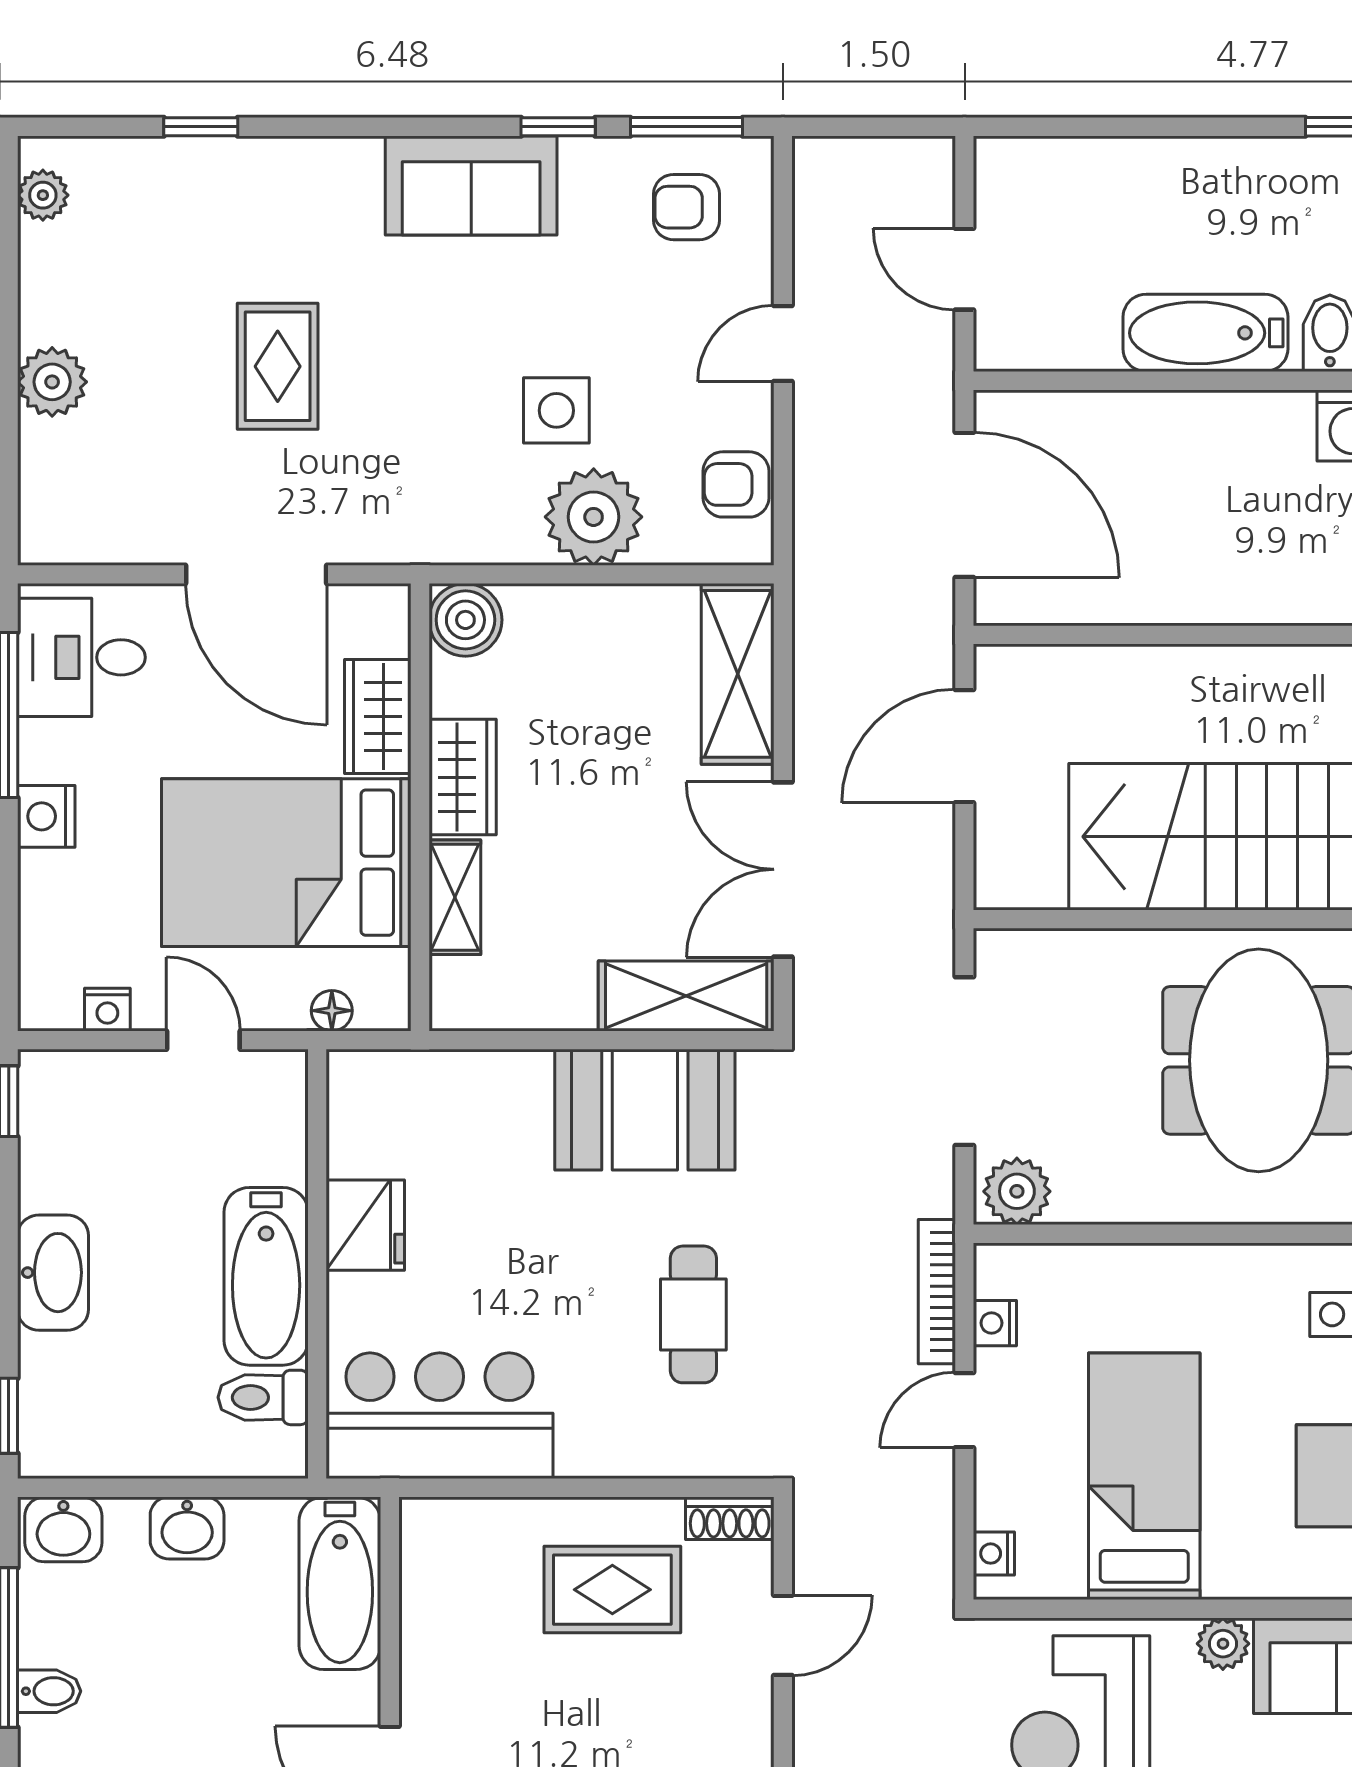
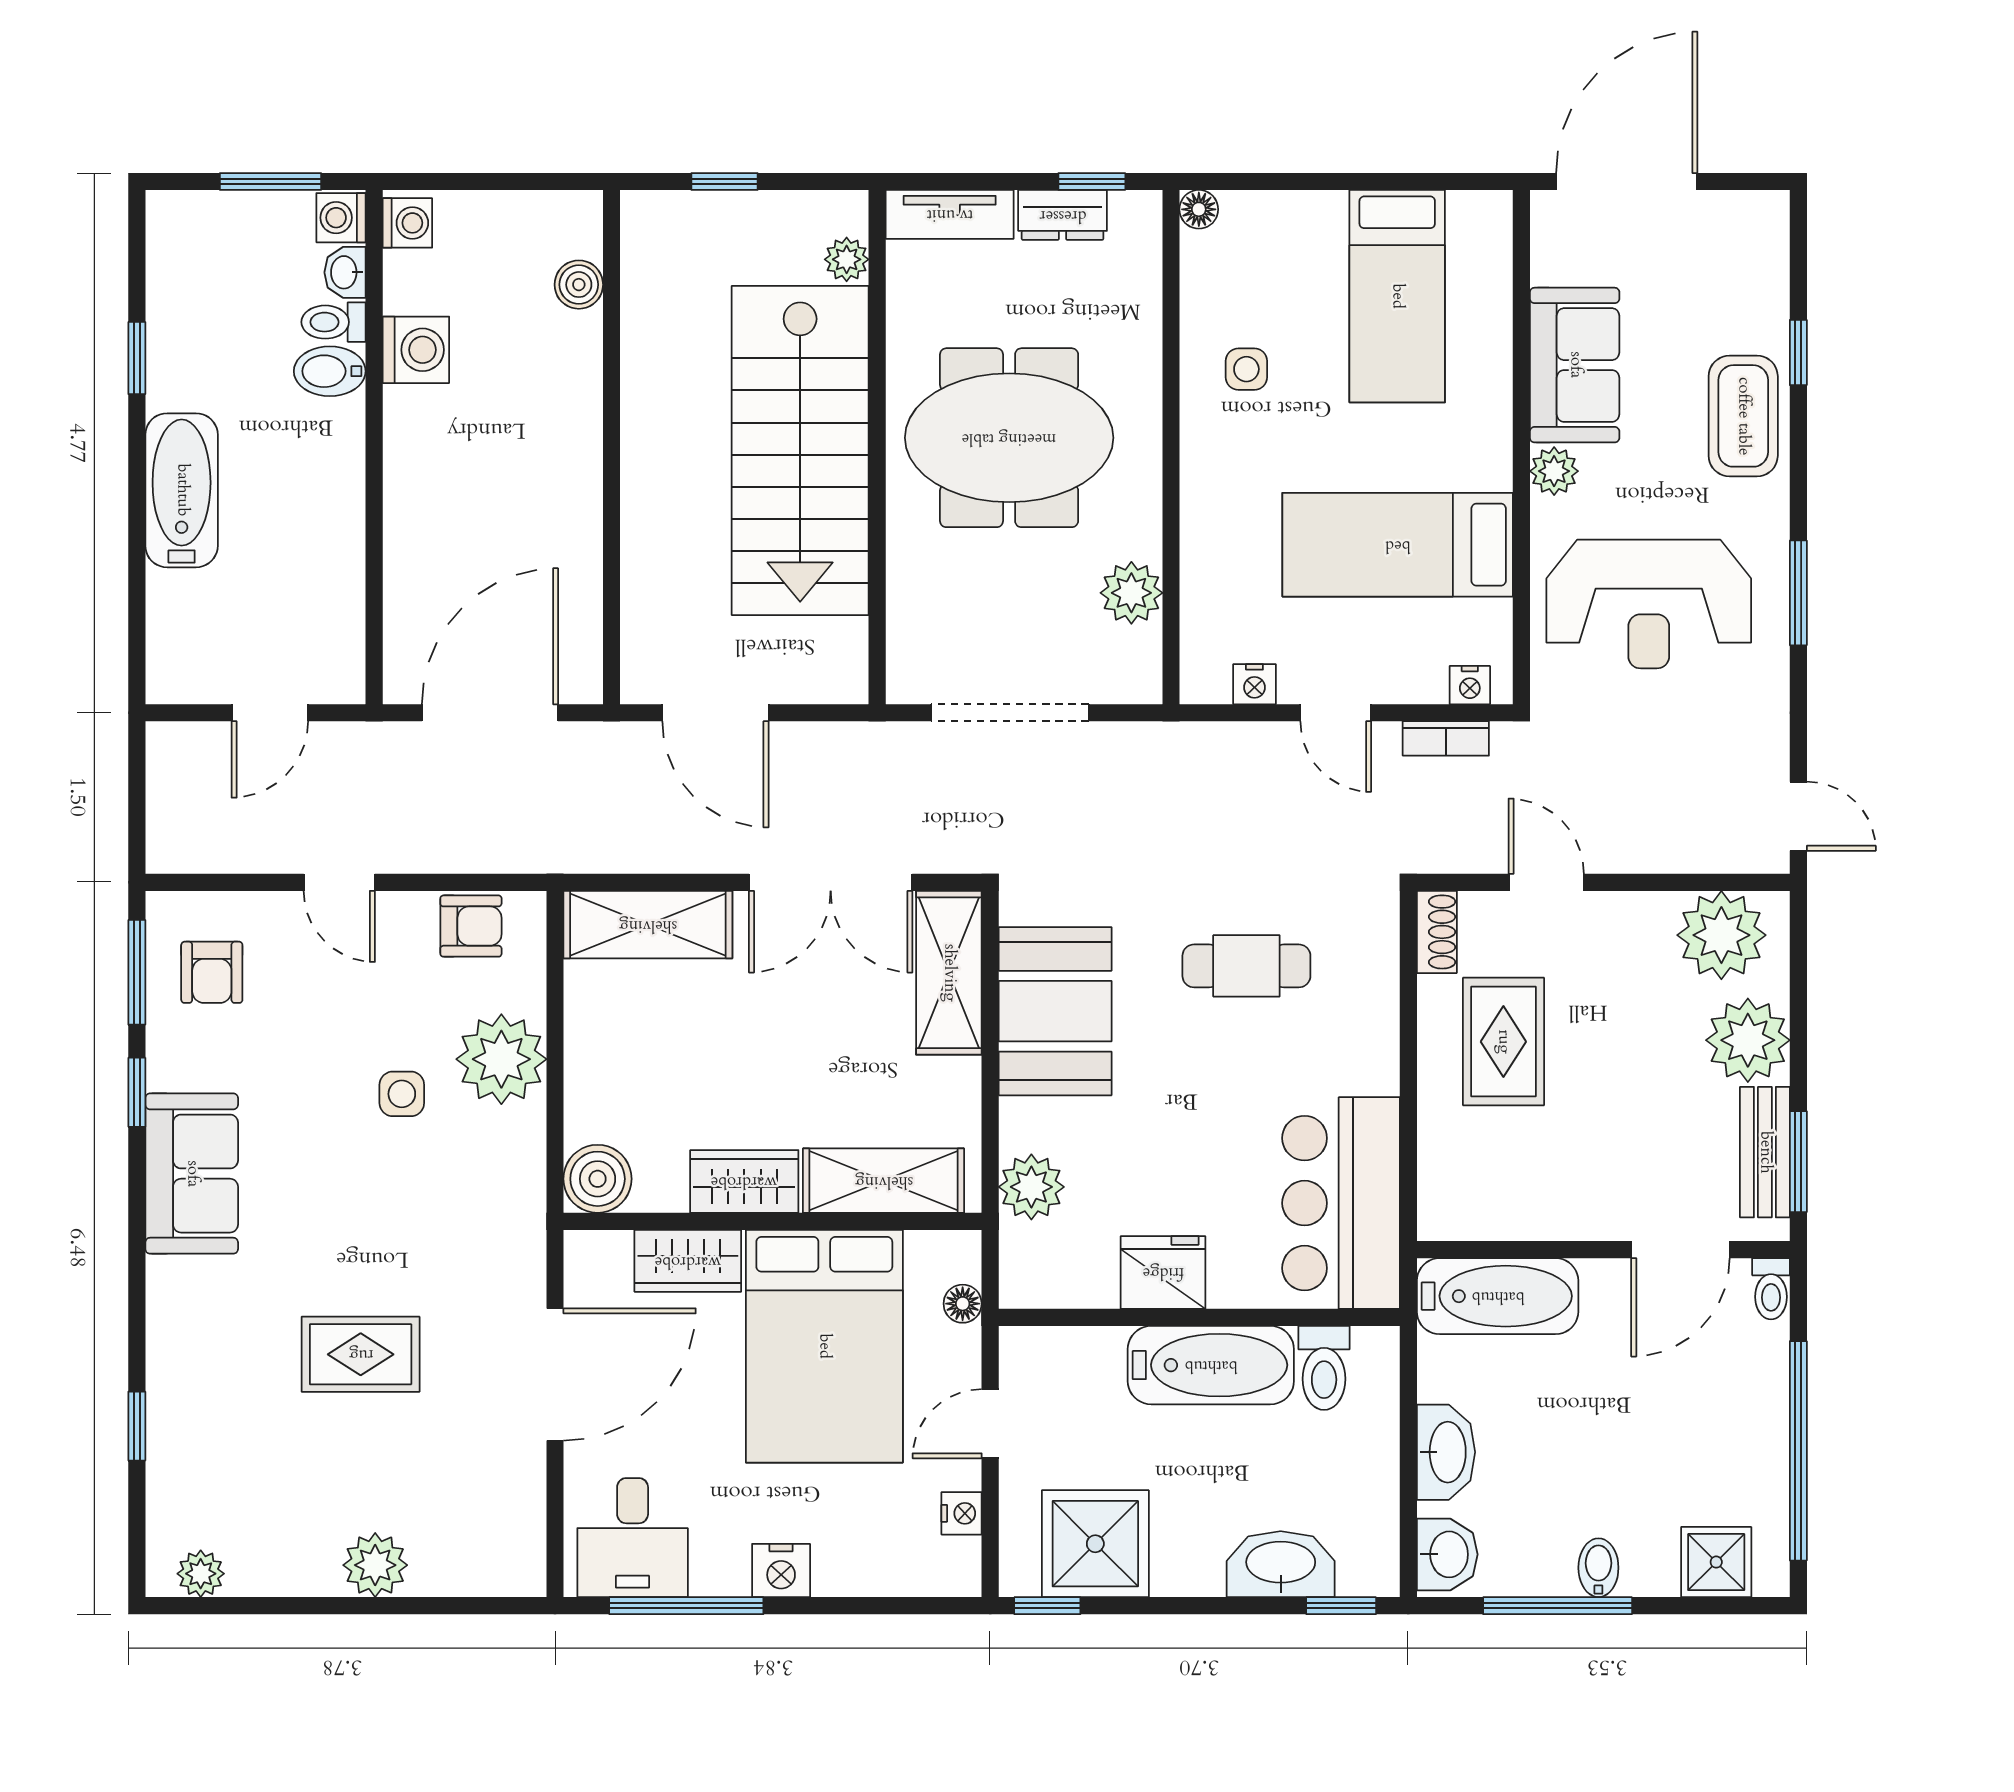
bathtub: (1205, 333) -> (182, 490), moved, turned 180
side table: (556, 410) -> (402, 1094), width x0.73, depth x0.73
armchair: (736, 484) -> (471, 926), turned -90
shelving: (455, 897) -> (884, 1181), width x1.50, depth x1.33
plant: (457, 1084) -> (1031, 1187), added
shower: (75, 1153) -> (1095, 1544), added
plant: (1017, 1191) -> (1131, 593), moved
washbasin: (53, 1273) -> (1281, 1564), moved
bookcase: (937, 1292) -> (1446, 738), moved, width x0.64
washbasin: (187, 1528) -> (1446, 1452), width x1.38

